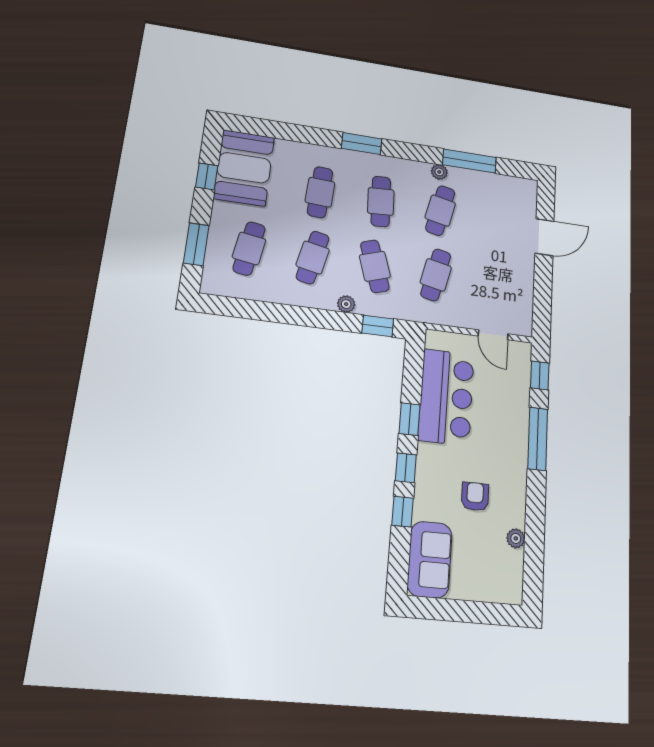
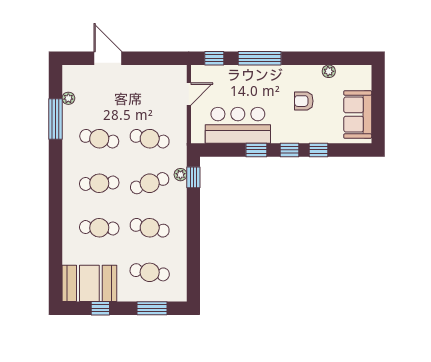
window: (362, 144) -> (56, 201), removed
plant: (439, 172) -> (68, 98), moved
plant: (346, 304) -> (180, 175), moved
sofa: (430, 559) -> (358, 114), moved, turned -90

